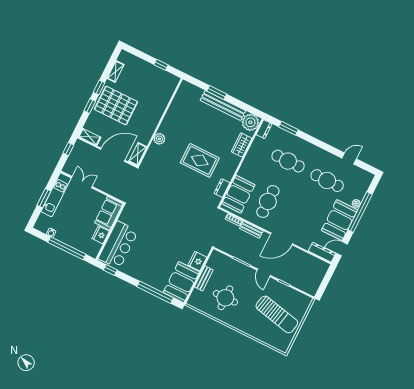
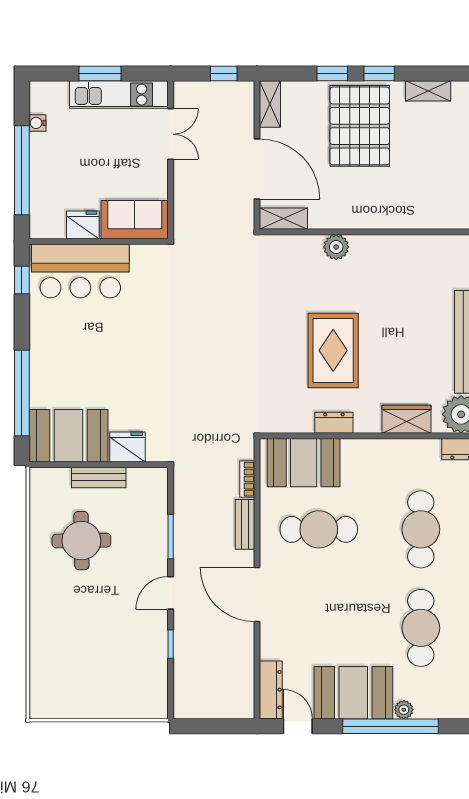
dresser: (222, 188) -> (334, 423), moved
sun lounger: (277, 314) -> (100, 661), removed

